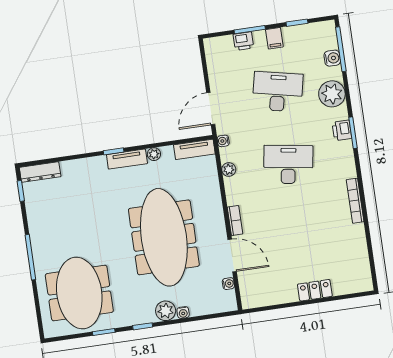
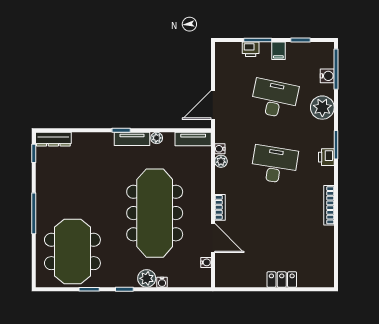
printer: (342, 130) -> (326, 157), moved
water cooler: (223, 141) -> (220, 149), moved

